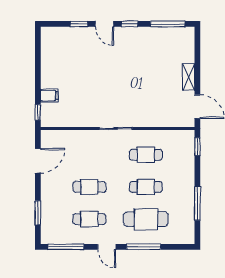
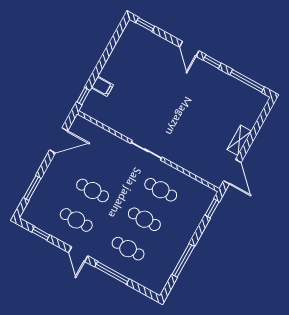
window: (79, 24) -> (145, 24), moved
cafe table: (146, 219) -> (128, 249), width x0.73, depth x0.74
window: (66, 247) -> (41, 233), width x0.46

